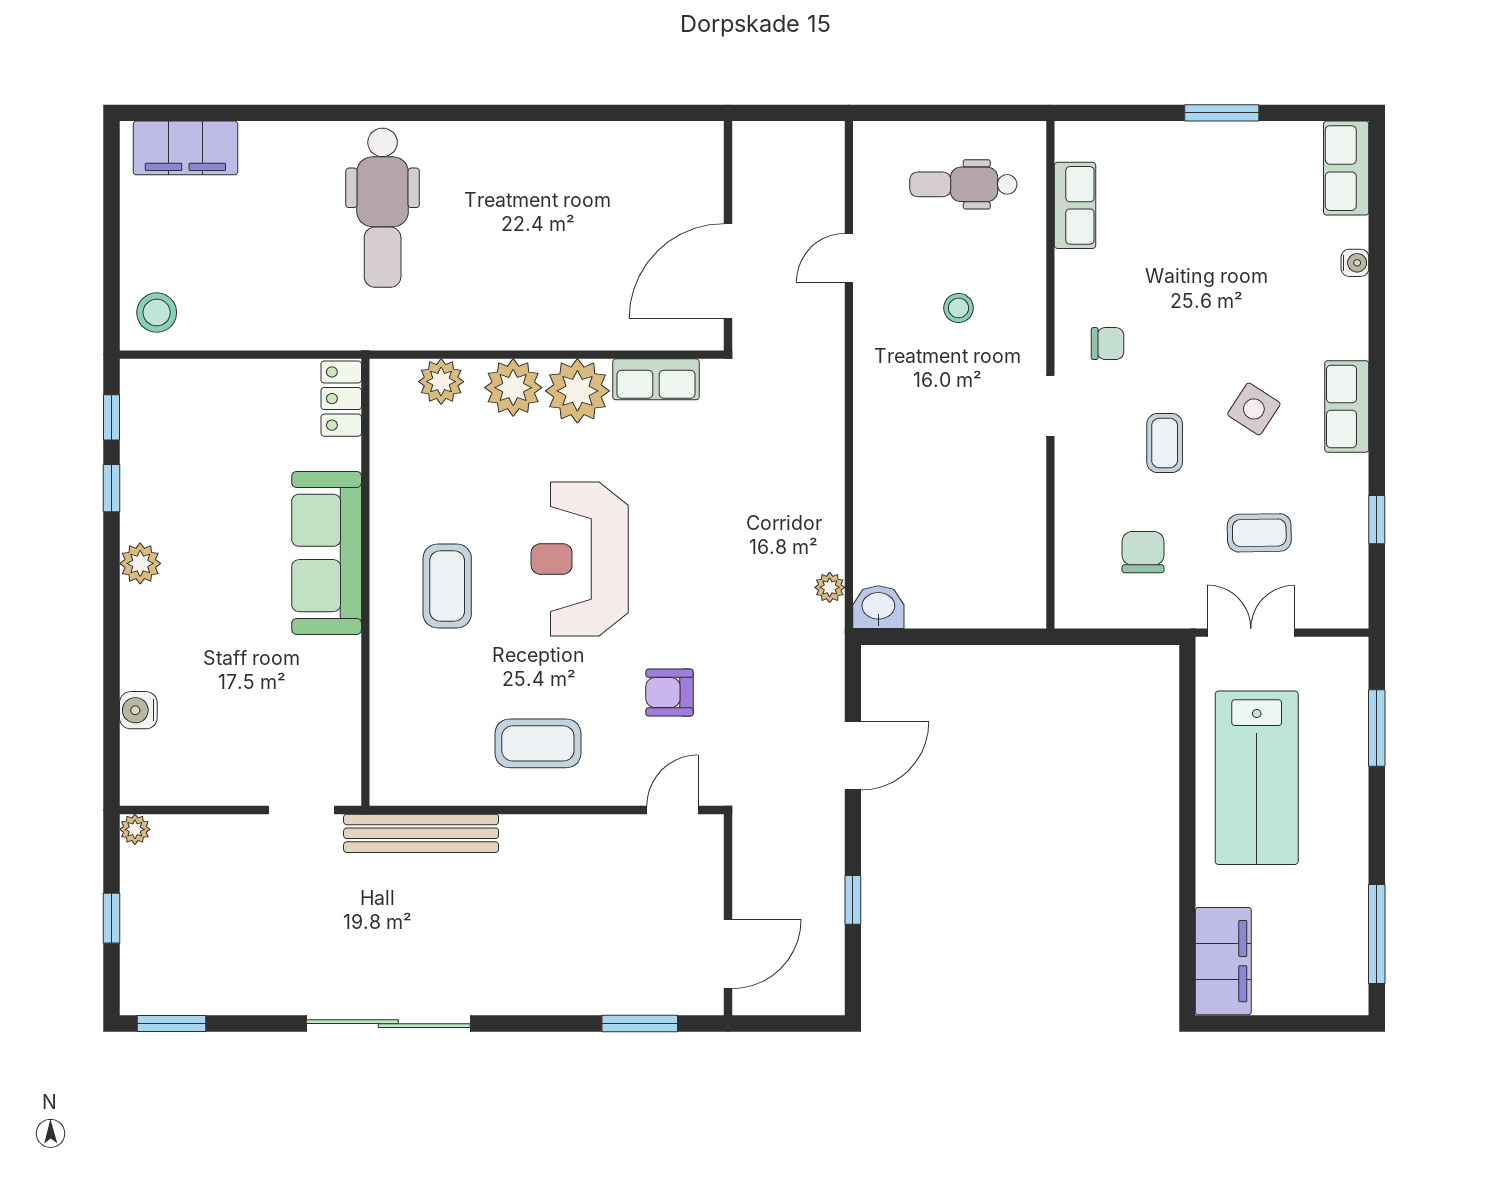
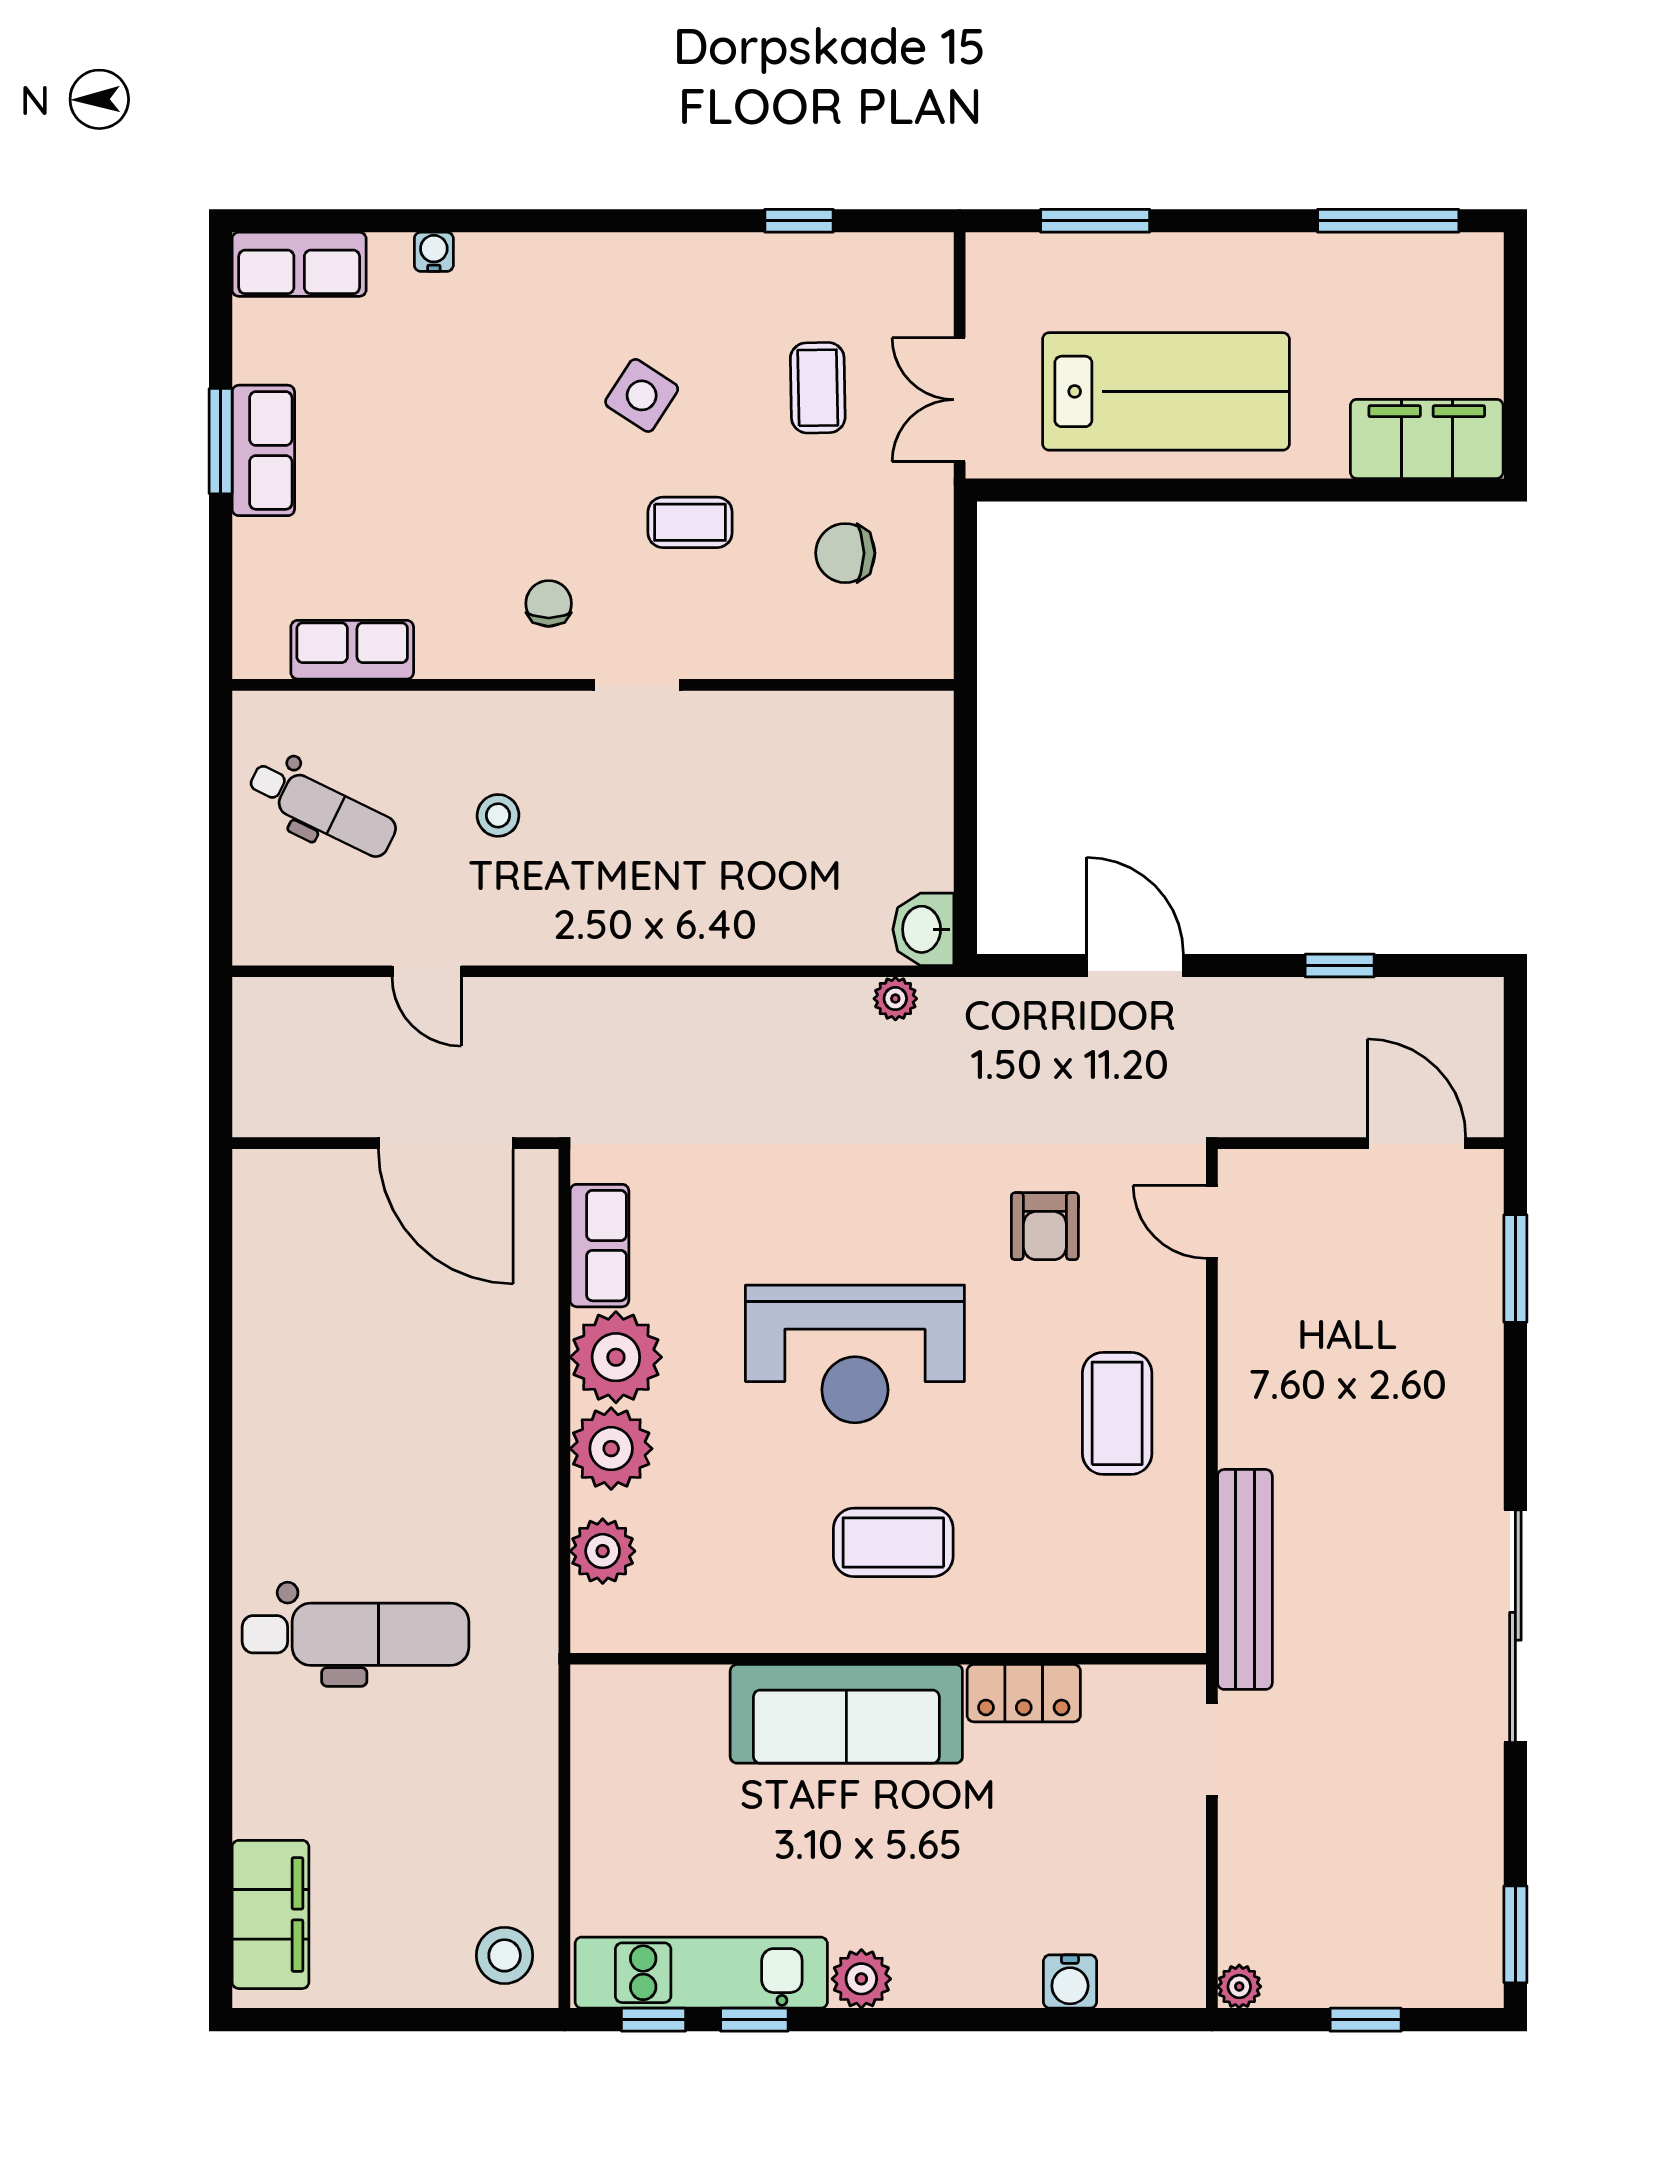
dental chair: (963, 184) -> (322, 808), turned -64
locker: (341, 399) -> (1024, 1693), moved
row of seats: (1347, 406) -> (263, 450), moved, turned -90
kitchen unit: (145, 451) -> (701, 1973), added

